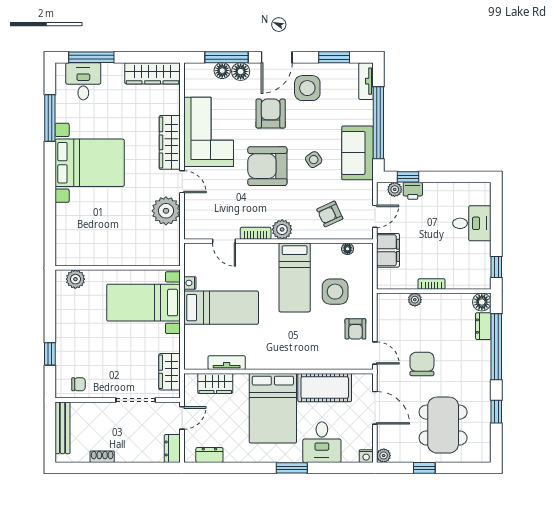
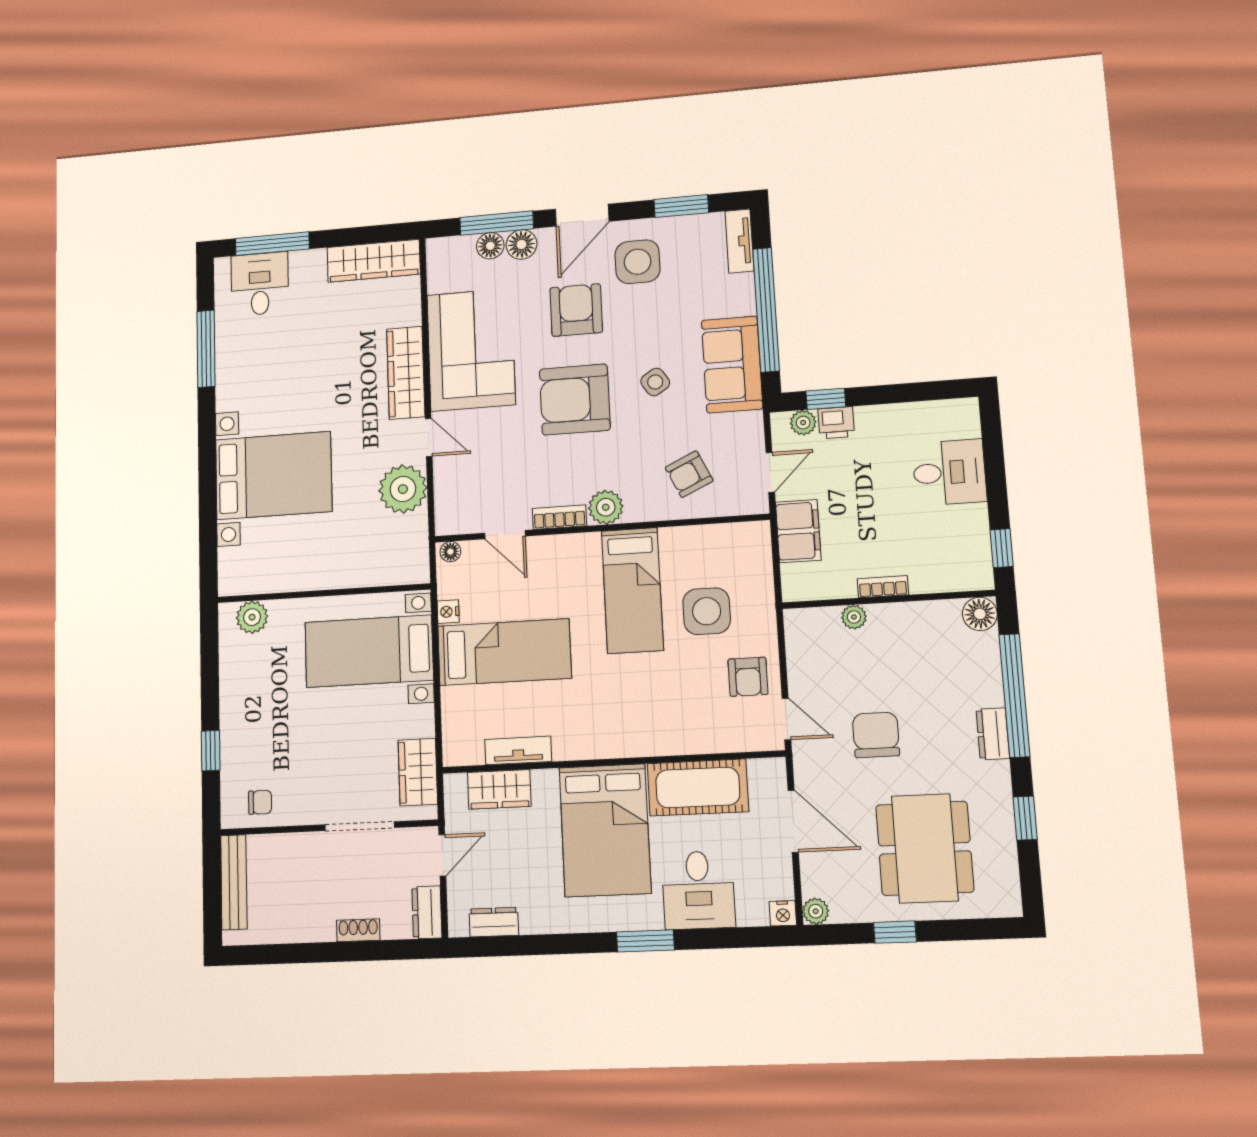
bed with nightstands: (90, 163) -> (274, 475), moved
floor lamp: (348, 249) -> (450, 552), moved
dresser: (483, 326) -> (993, 734), moved
shoe rack: (102, 457) -> (358, 930), moved

